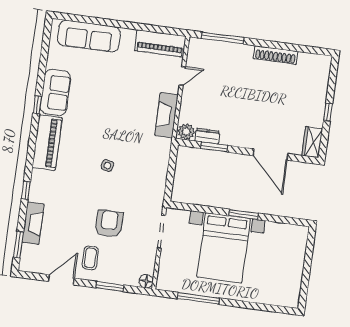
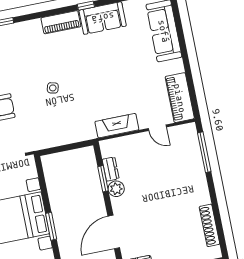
shoe rack: (276, 55) -> (209, 225), moved
plant: (186, 132) -> (116, 189), moved
piano: (47, 142) -> (61, 22), width x0.73, depth x0.75

